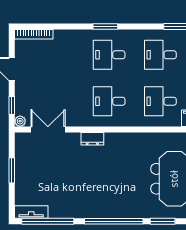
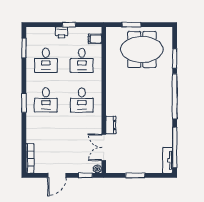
dresser: (92, 139) -> (111, 125), moved

